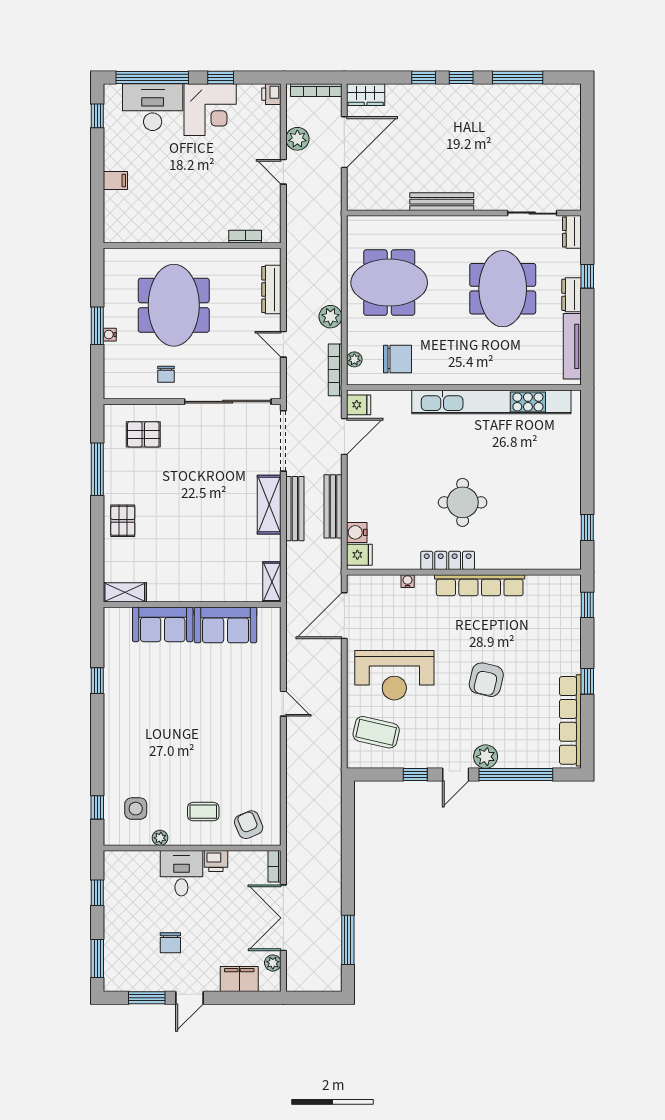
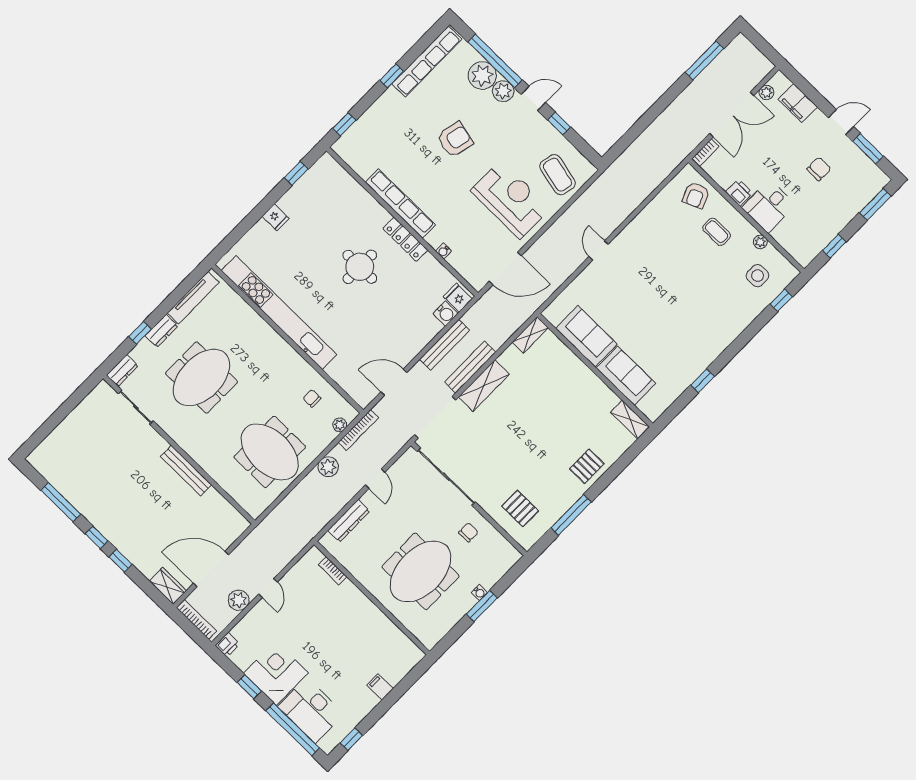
chair: (397, 359) -> (312, 398), width x0.54, depth x0.54
fridge: (359, 405) -> (276, 217), moved, turned 180
plant: (515, 753) -> (482, 75), added

